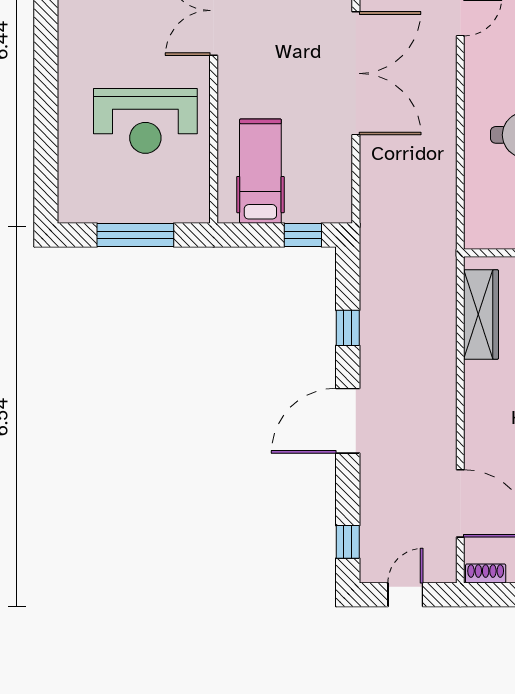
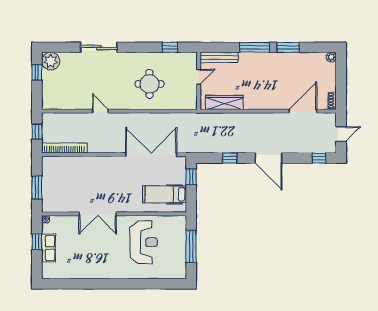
double door: (356, 73) -> (151, 155), moved
door: (405, 595) -> (341, 134), swing flipped

